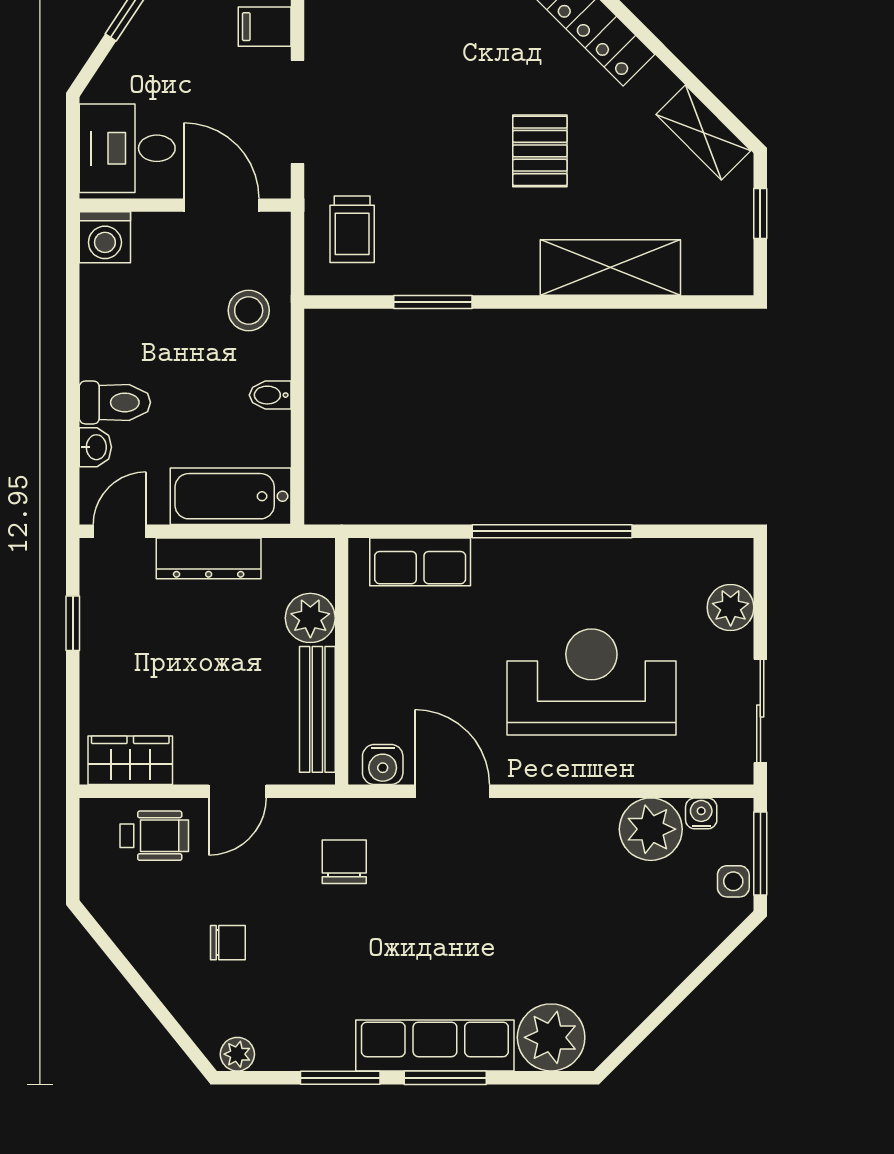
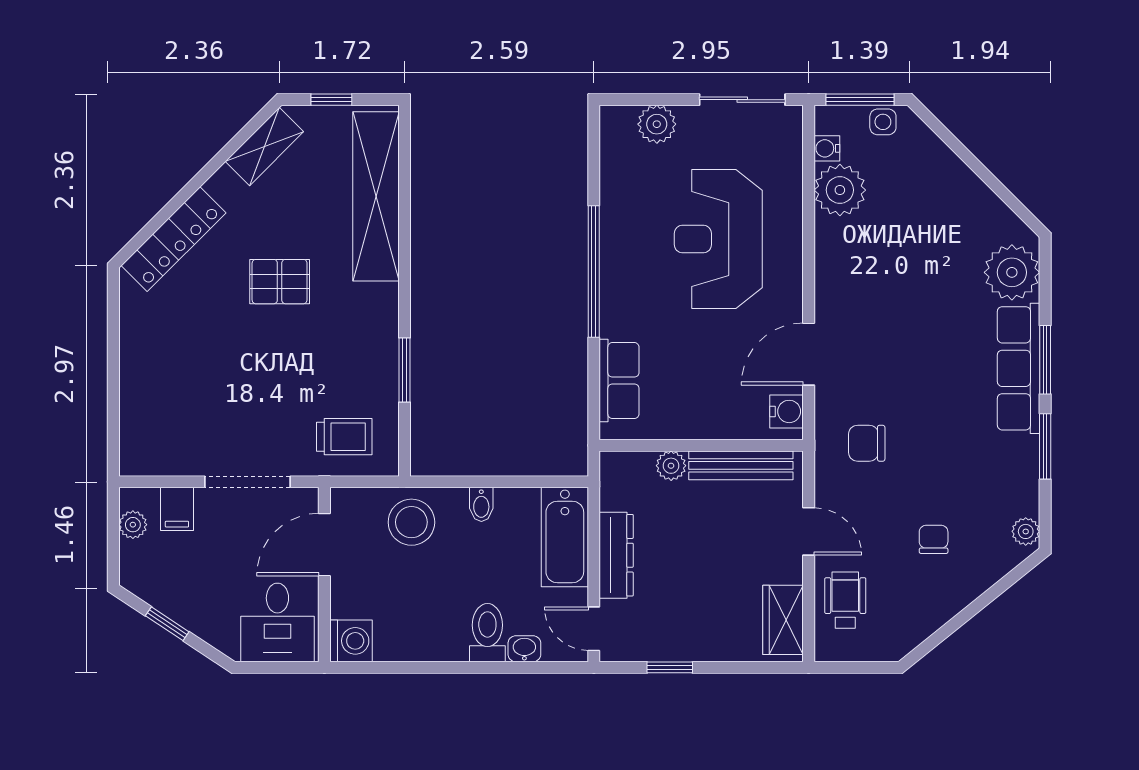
shelving: (610, 268) -> (376, 196), width x1.47
stool: (249, 310) -> (411, 522), width x1.38, depth x1.38
plant: (310, 618) -> (671, 466), width x0.73, depth x0.73

